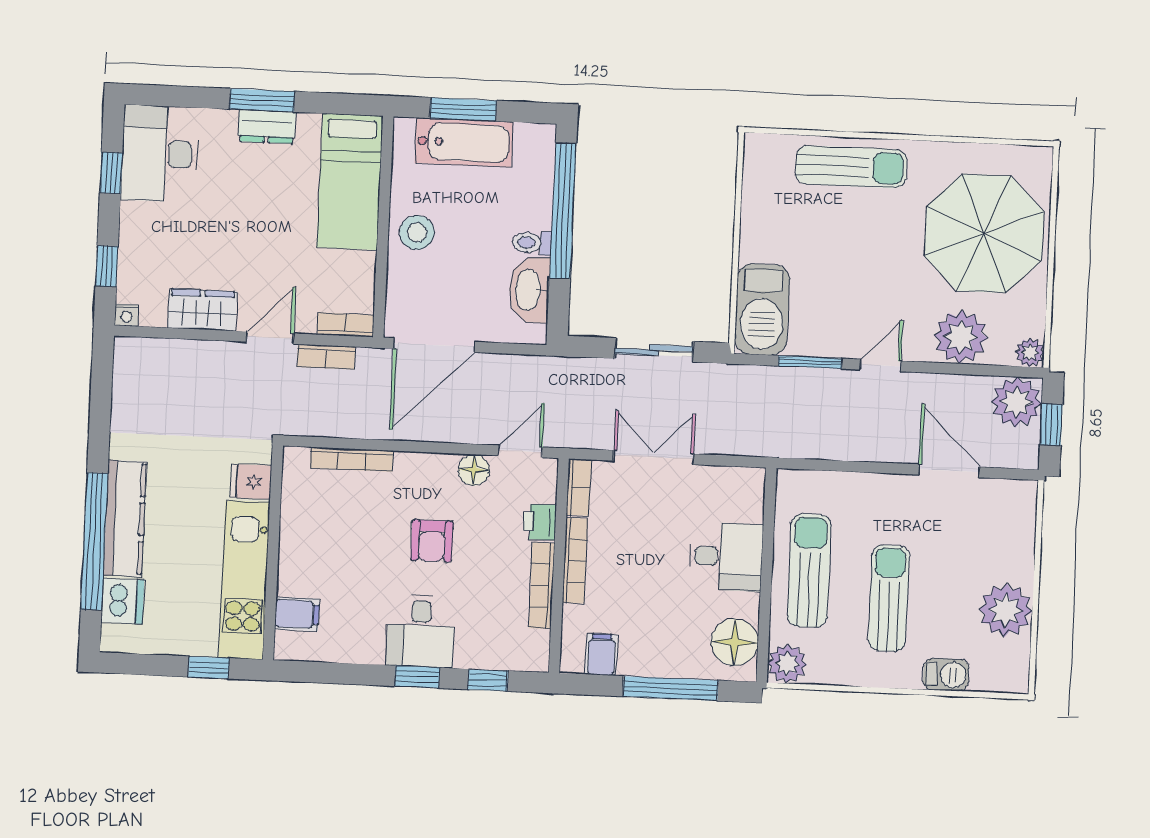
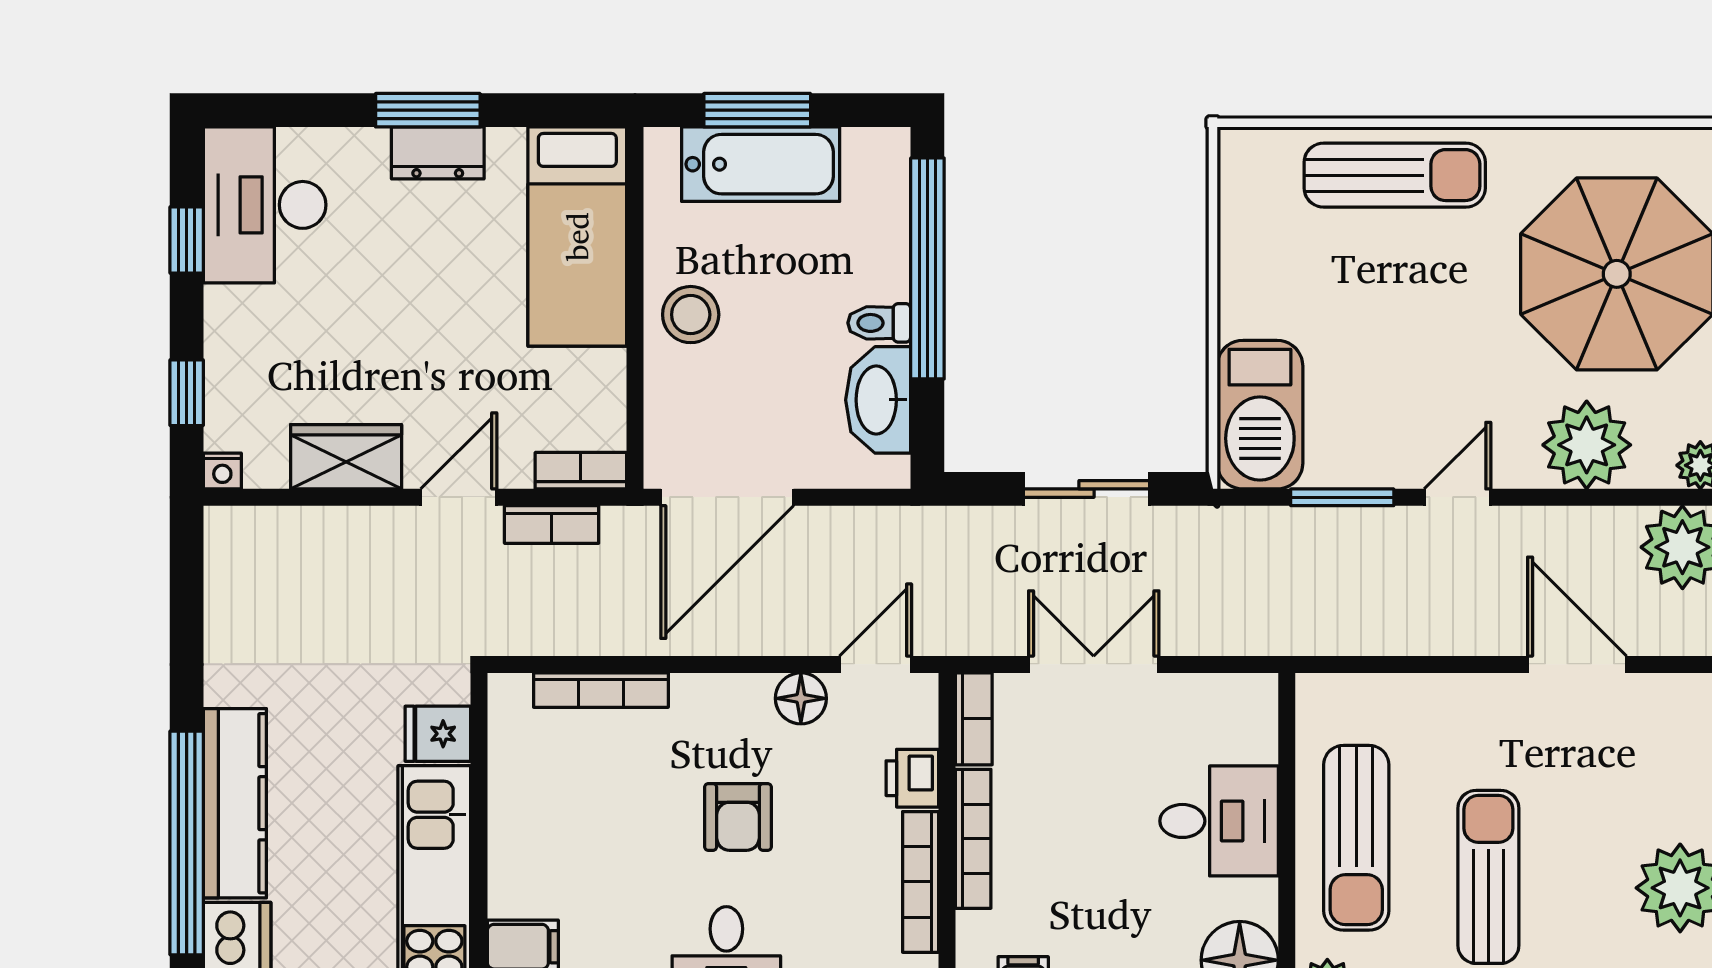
sun lounger: (809, 571) -> (1356, 838), turned 180

